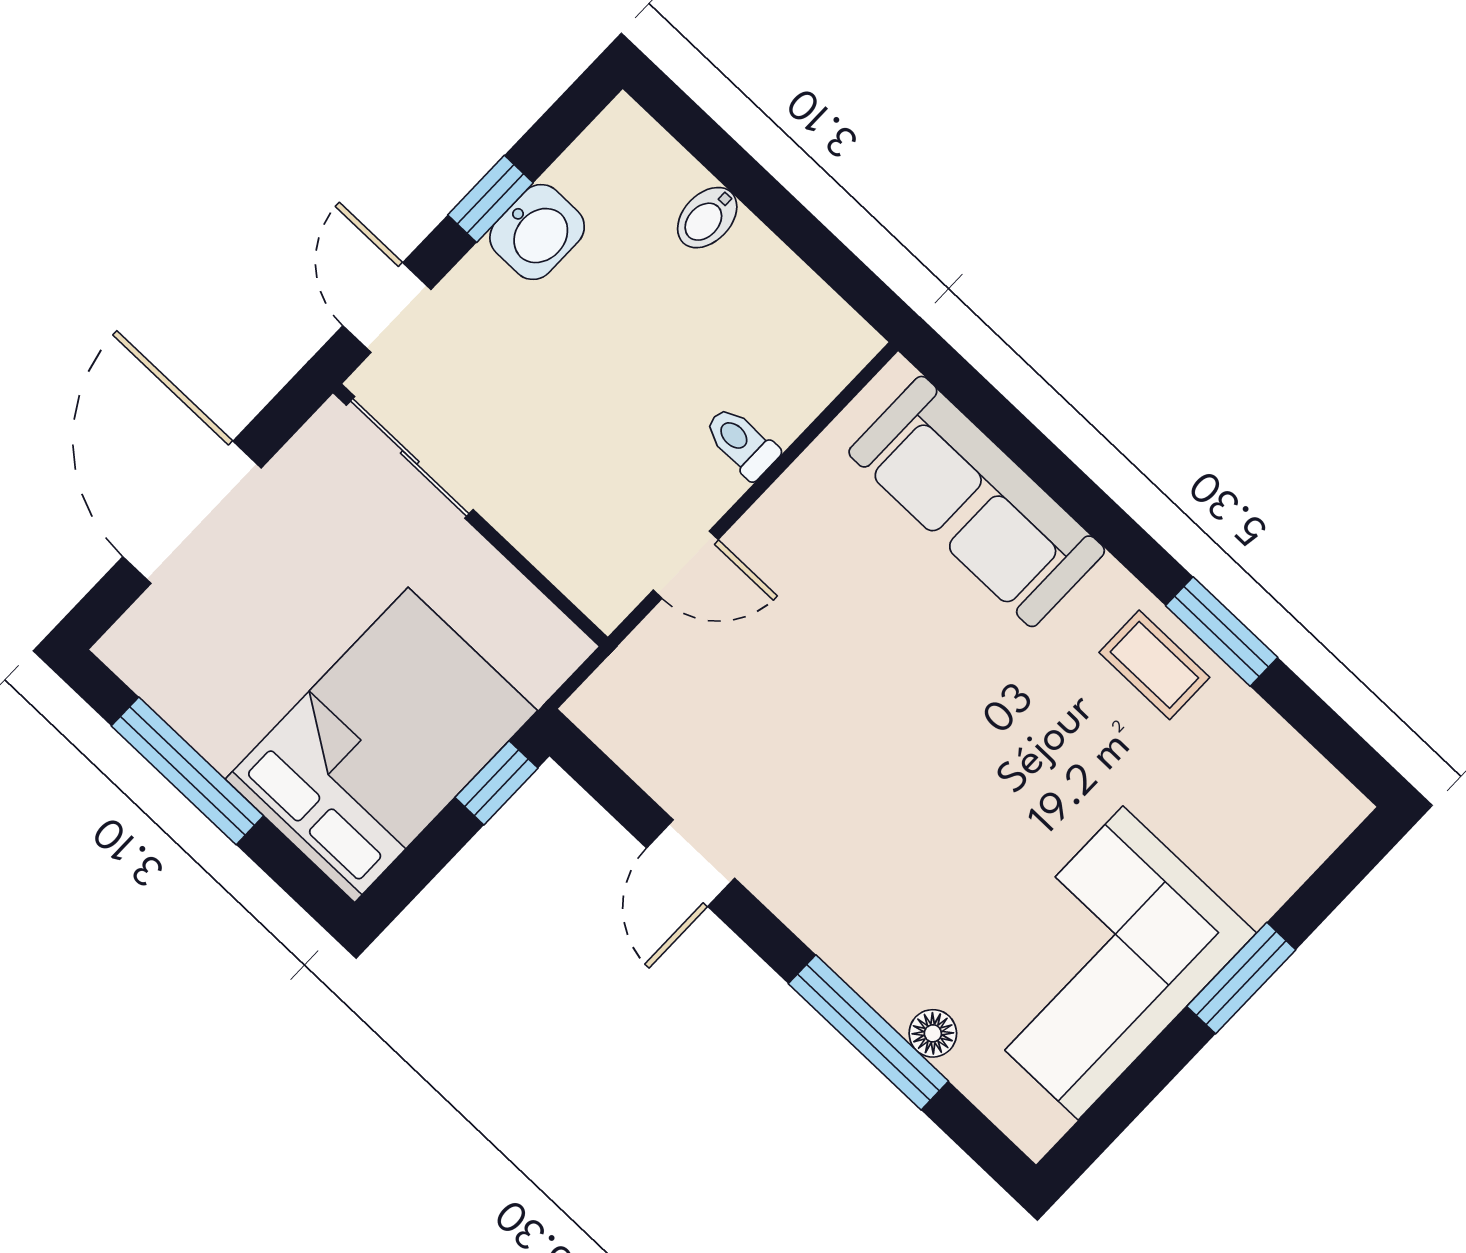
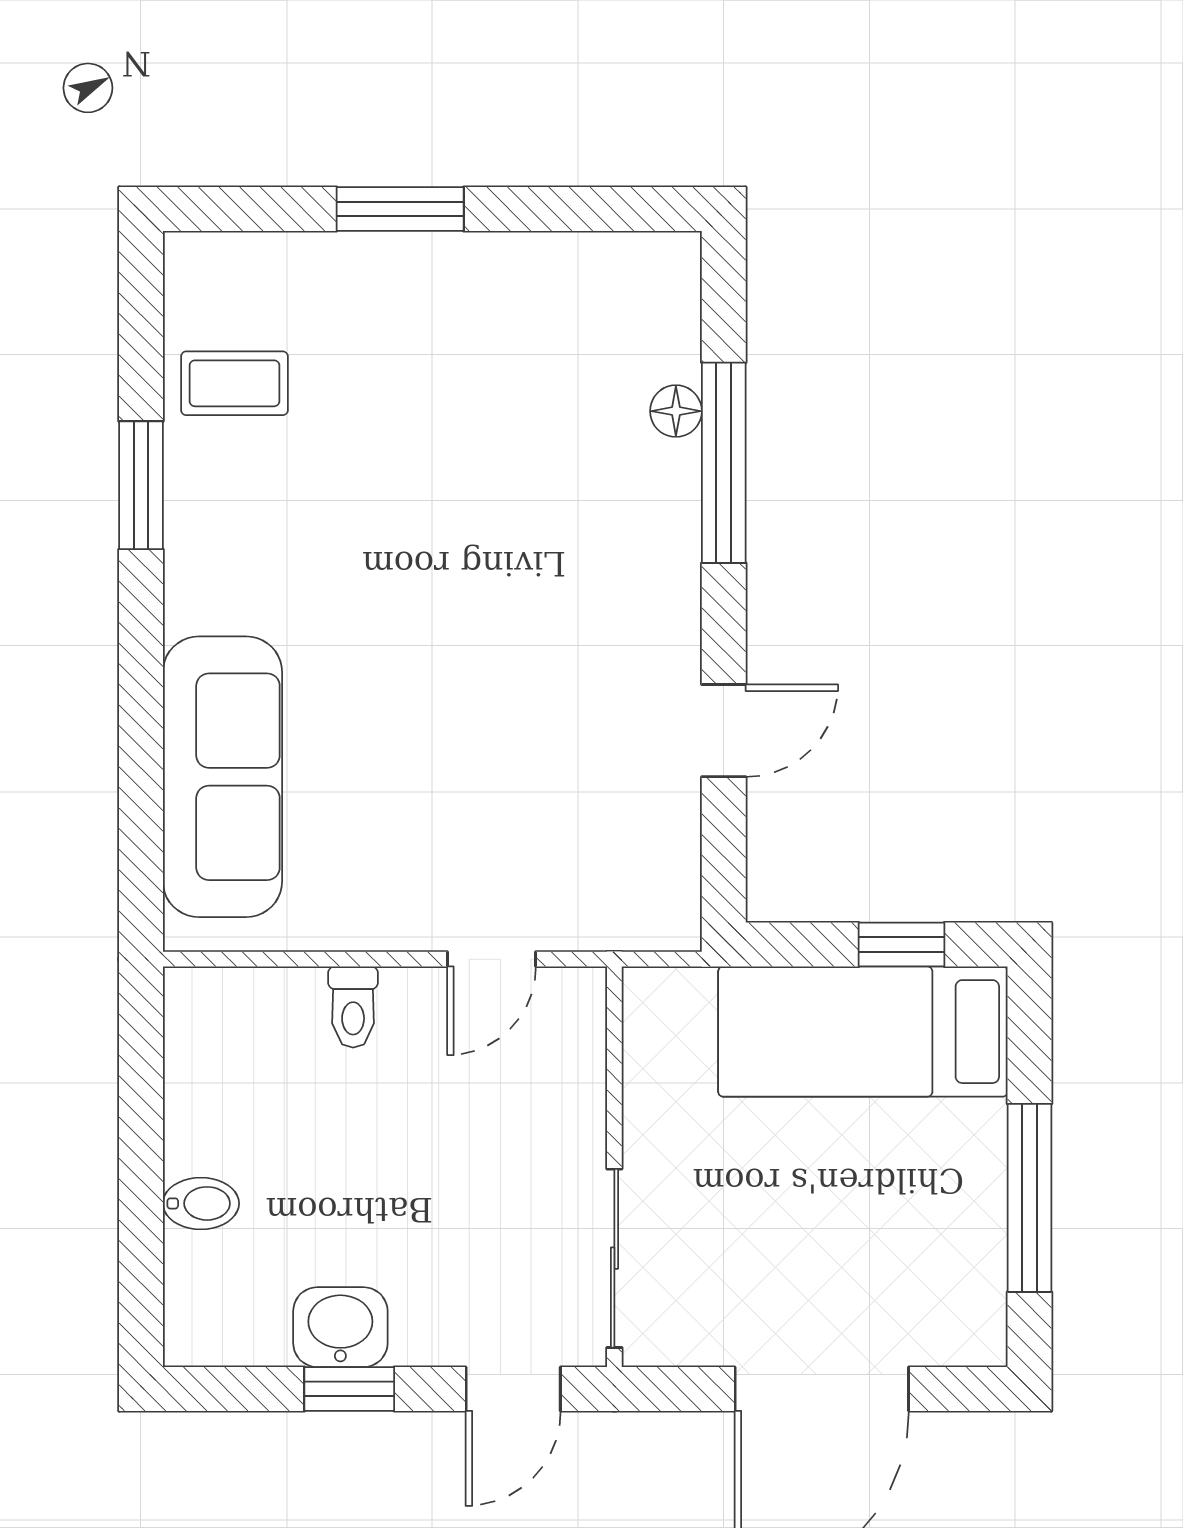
door: (686, 565) -> (492, 959), swing flipped
coffee table: (1154, 665) -> (234, 383), moved, turned 90
bed: (381, 745) -> (863, 1032), width x0.67
window: (496, 783) -> (902, 945), moved
corner sofa: (1101, 963) -> (494, 331), removed

